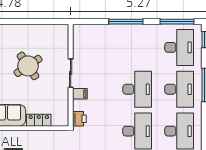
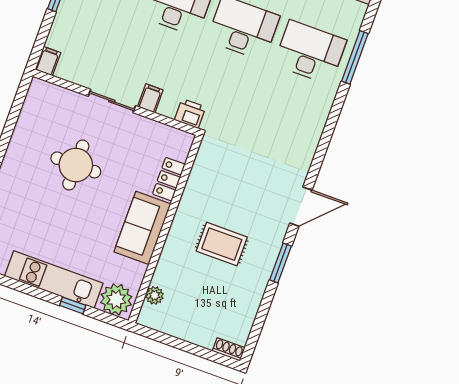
filing cabinet: (80, 30) -> (48, 61), added
round table: (28, 66) -> (76, 165), turned 34

